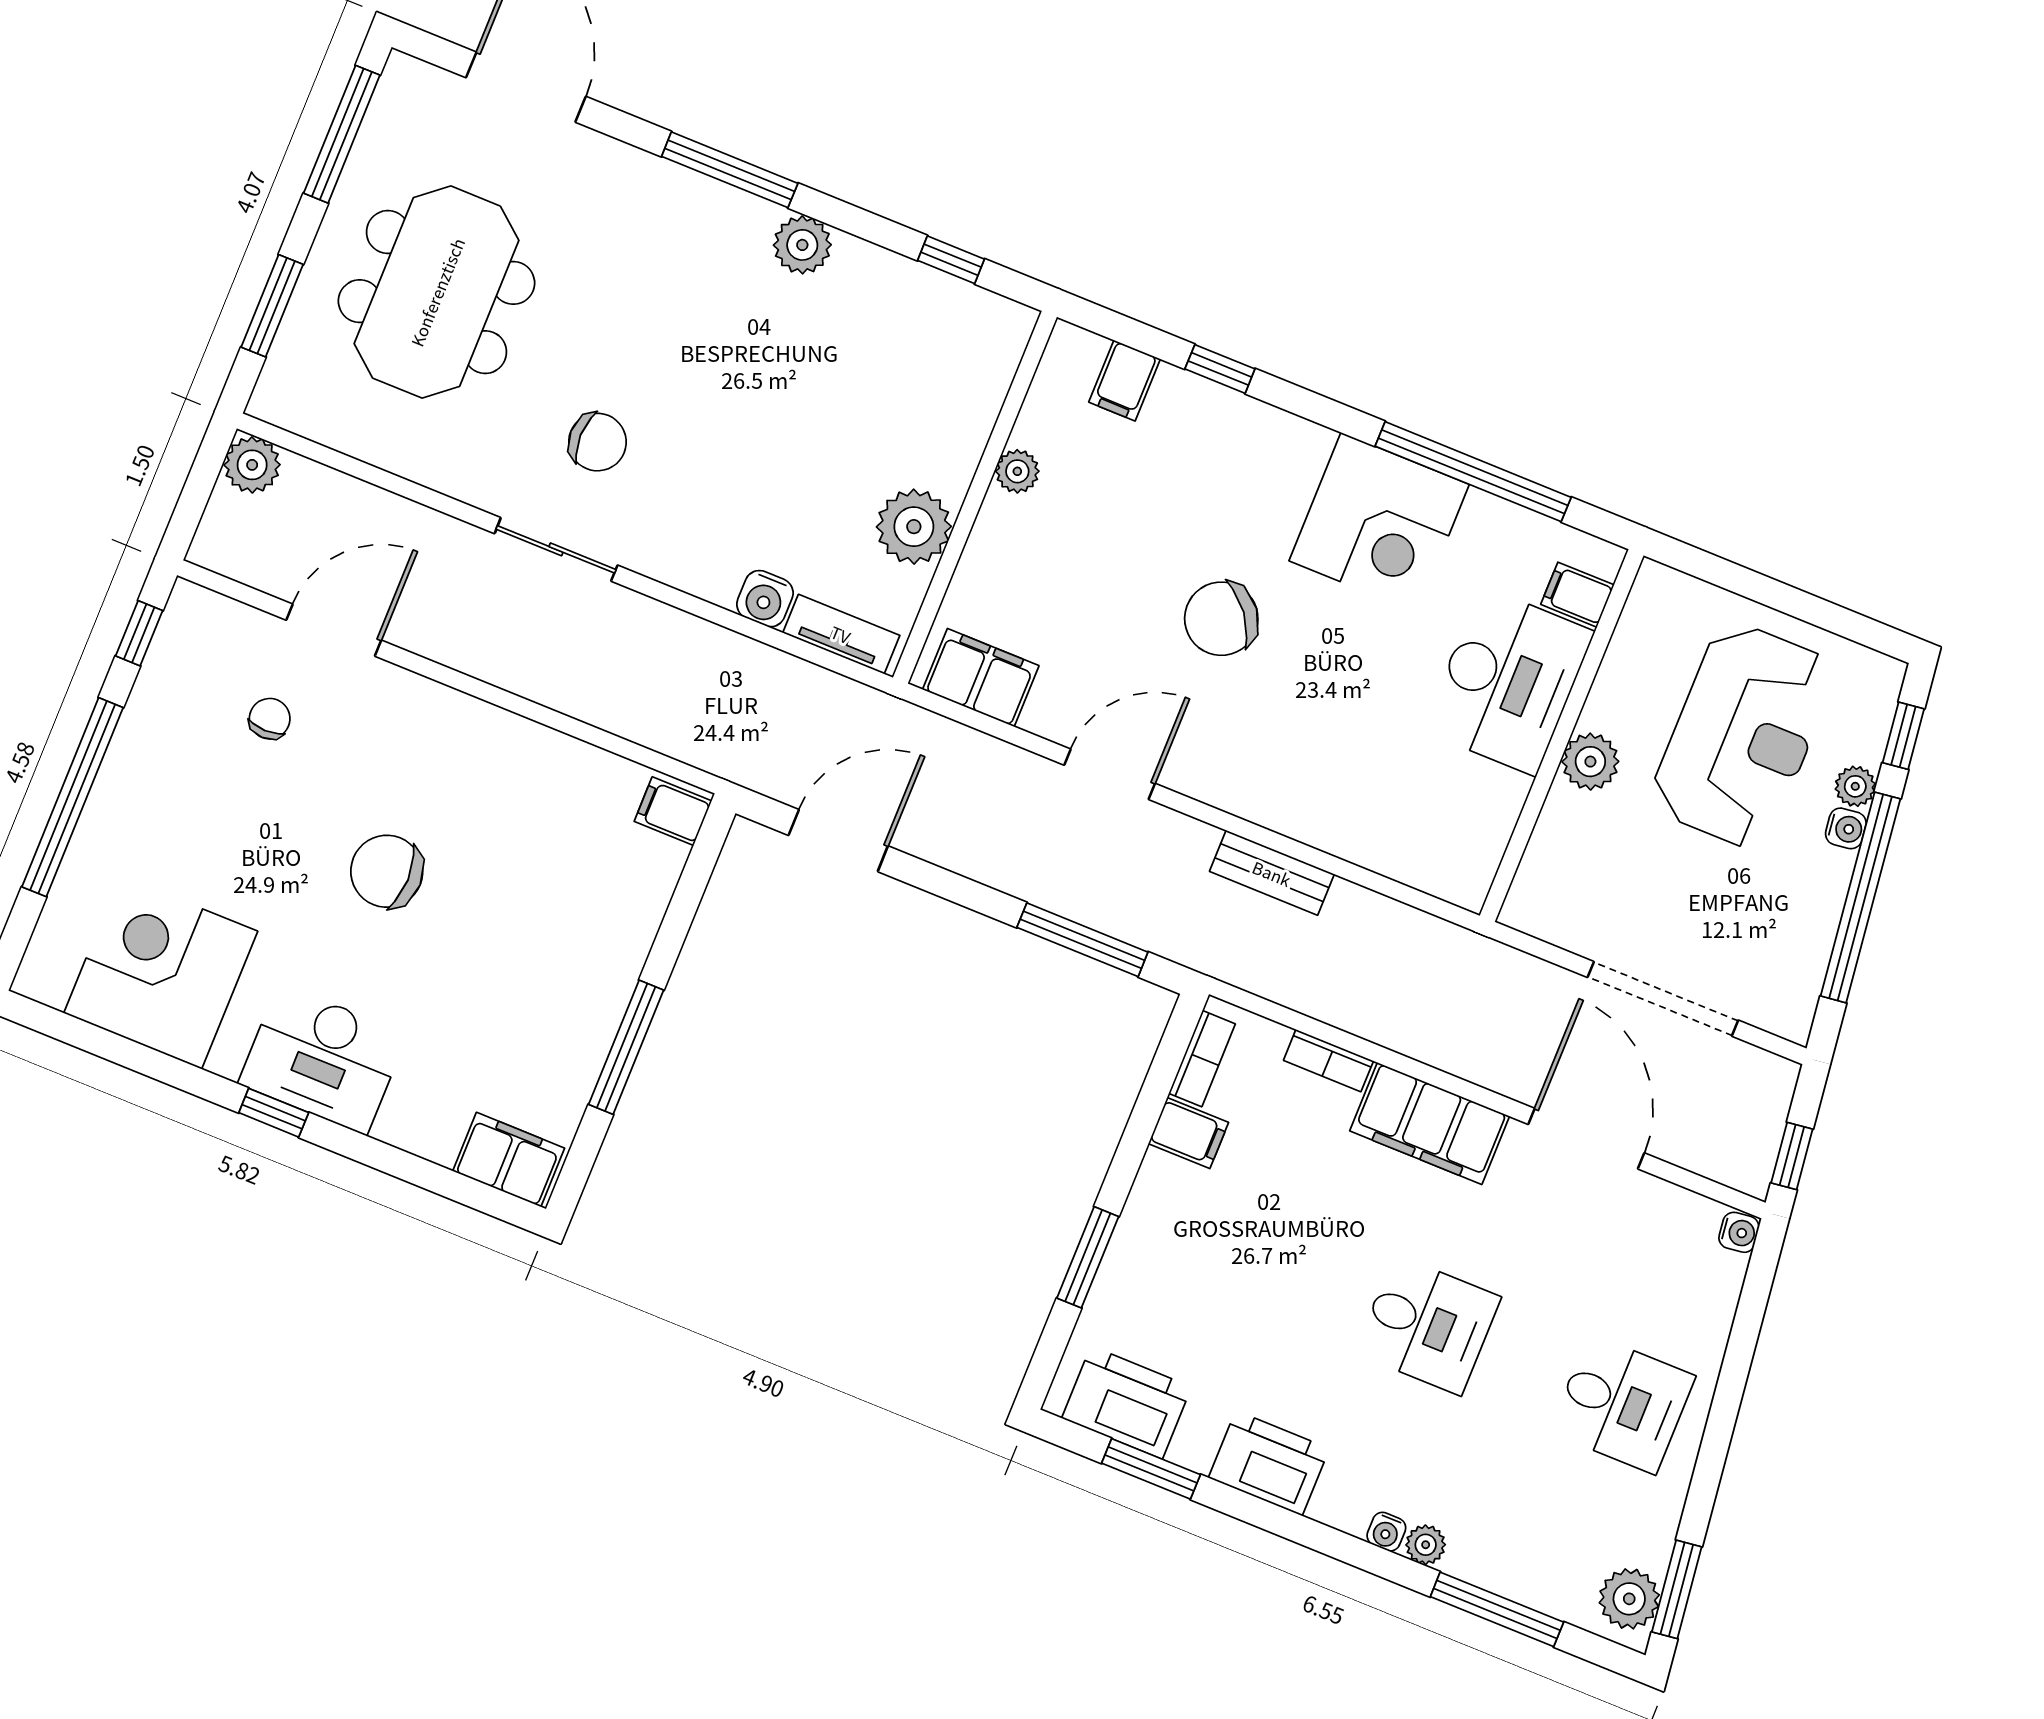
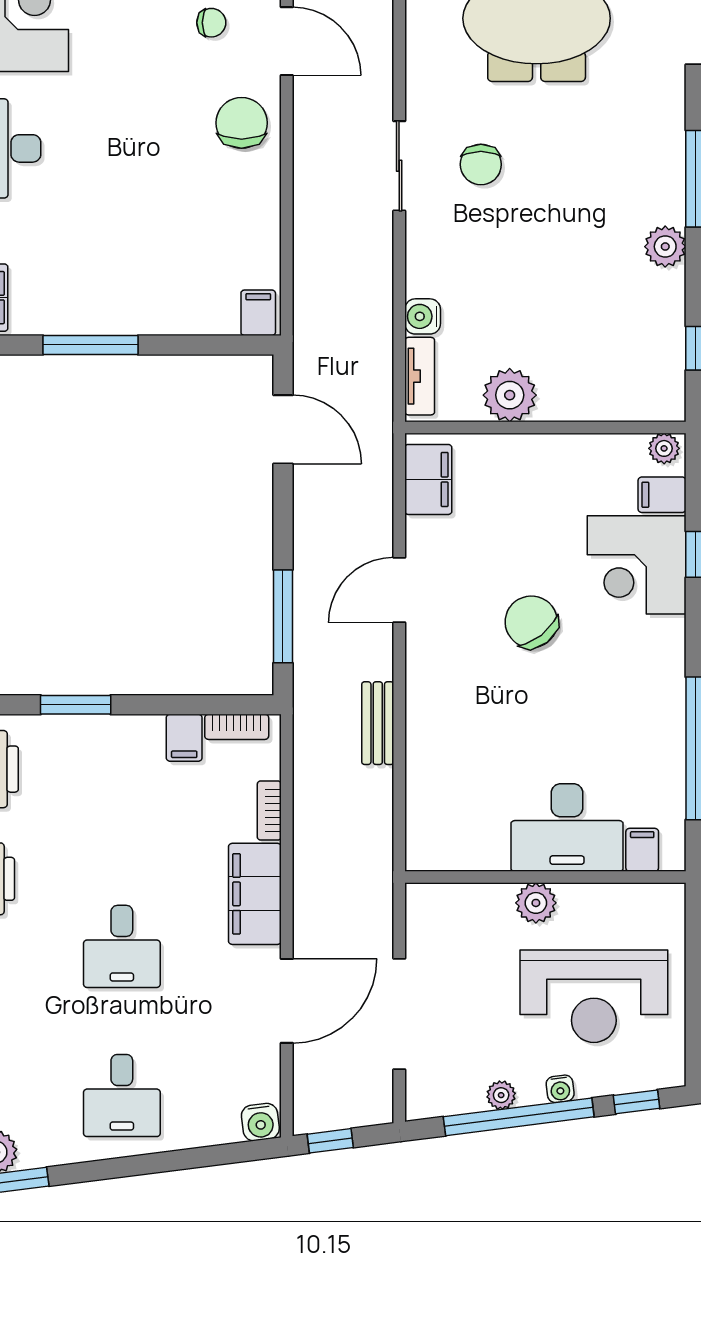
plant: (1017, 471) -> (664, 448), moved
corner desk: (1379, 523) -> (637, 565), moved
door: (1110, 774) -> (399, 590), swing flipped
plant: (1855, 786) -> (501, 1095), moved
chair: (387, 871) -> (242, 123), moved
water cooler: (1739, 1232) -> (260, 1122), width x1.38, depth x1.38

